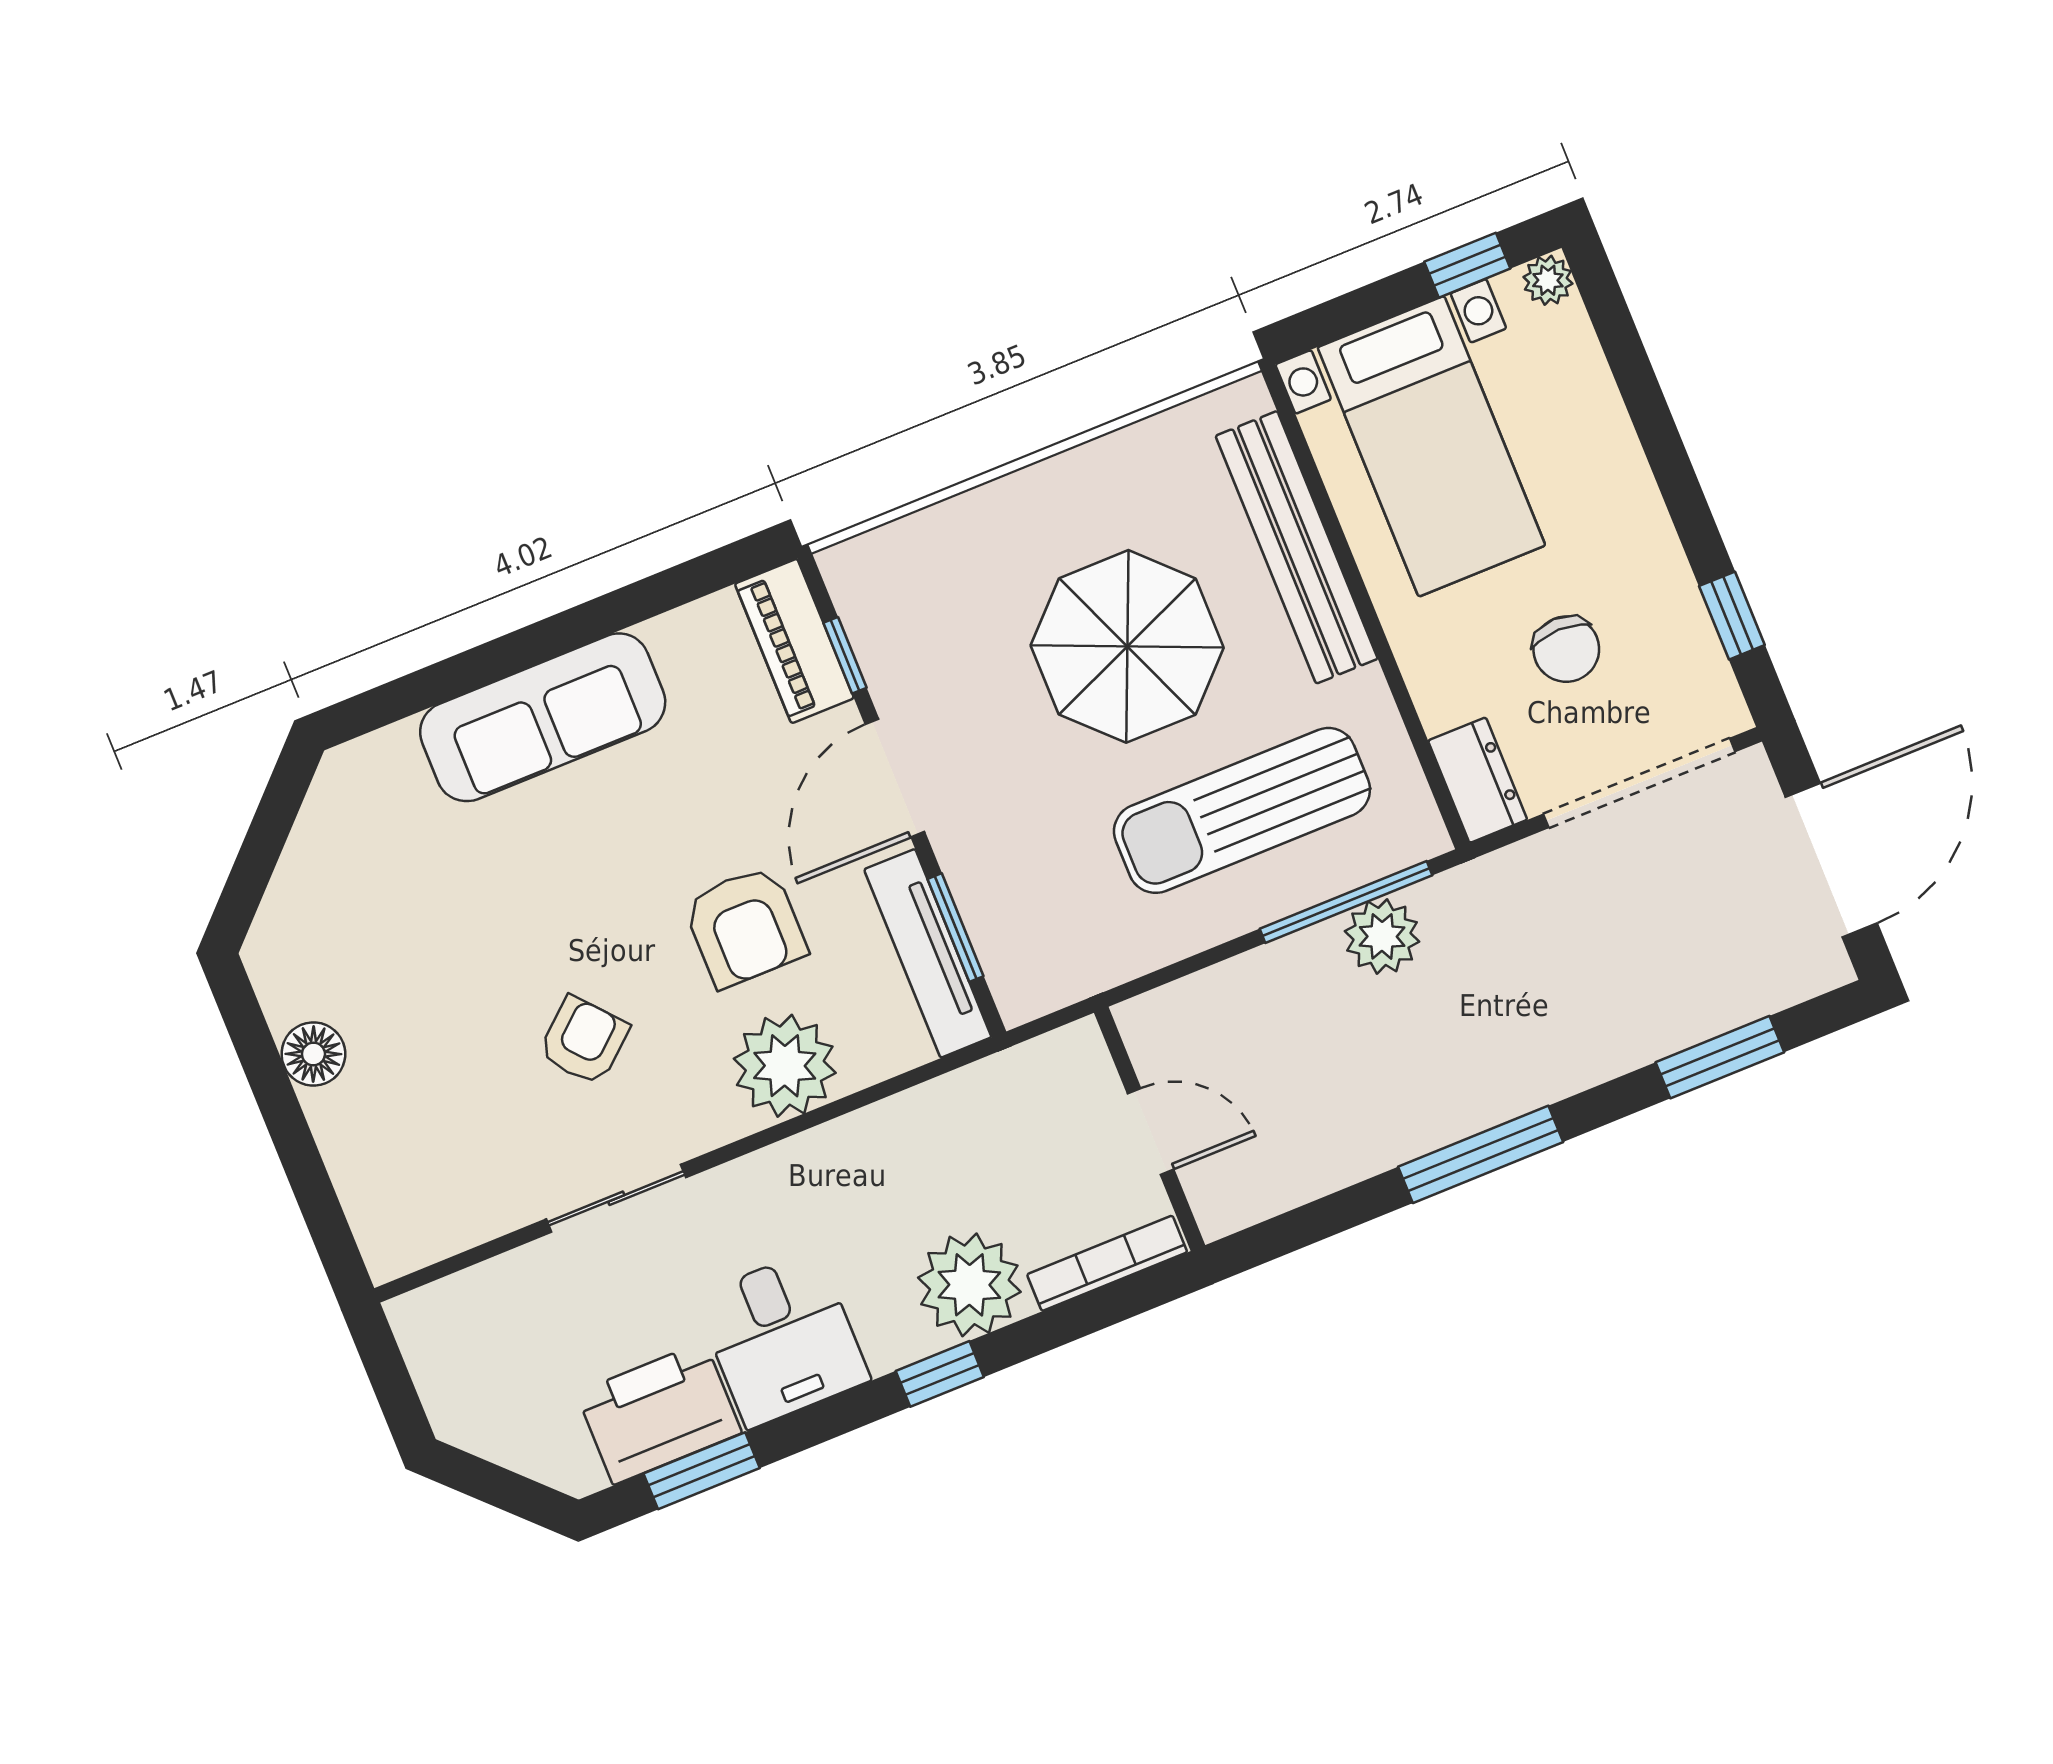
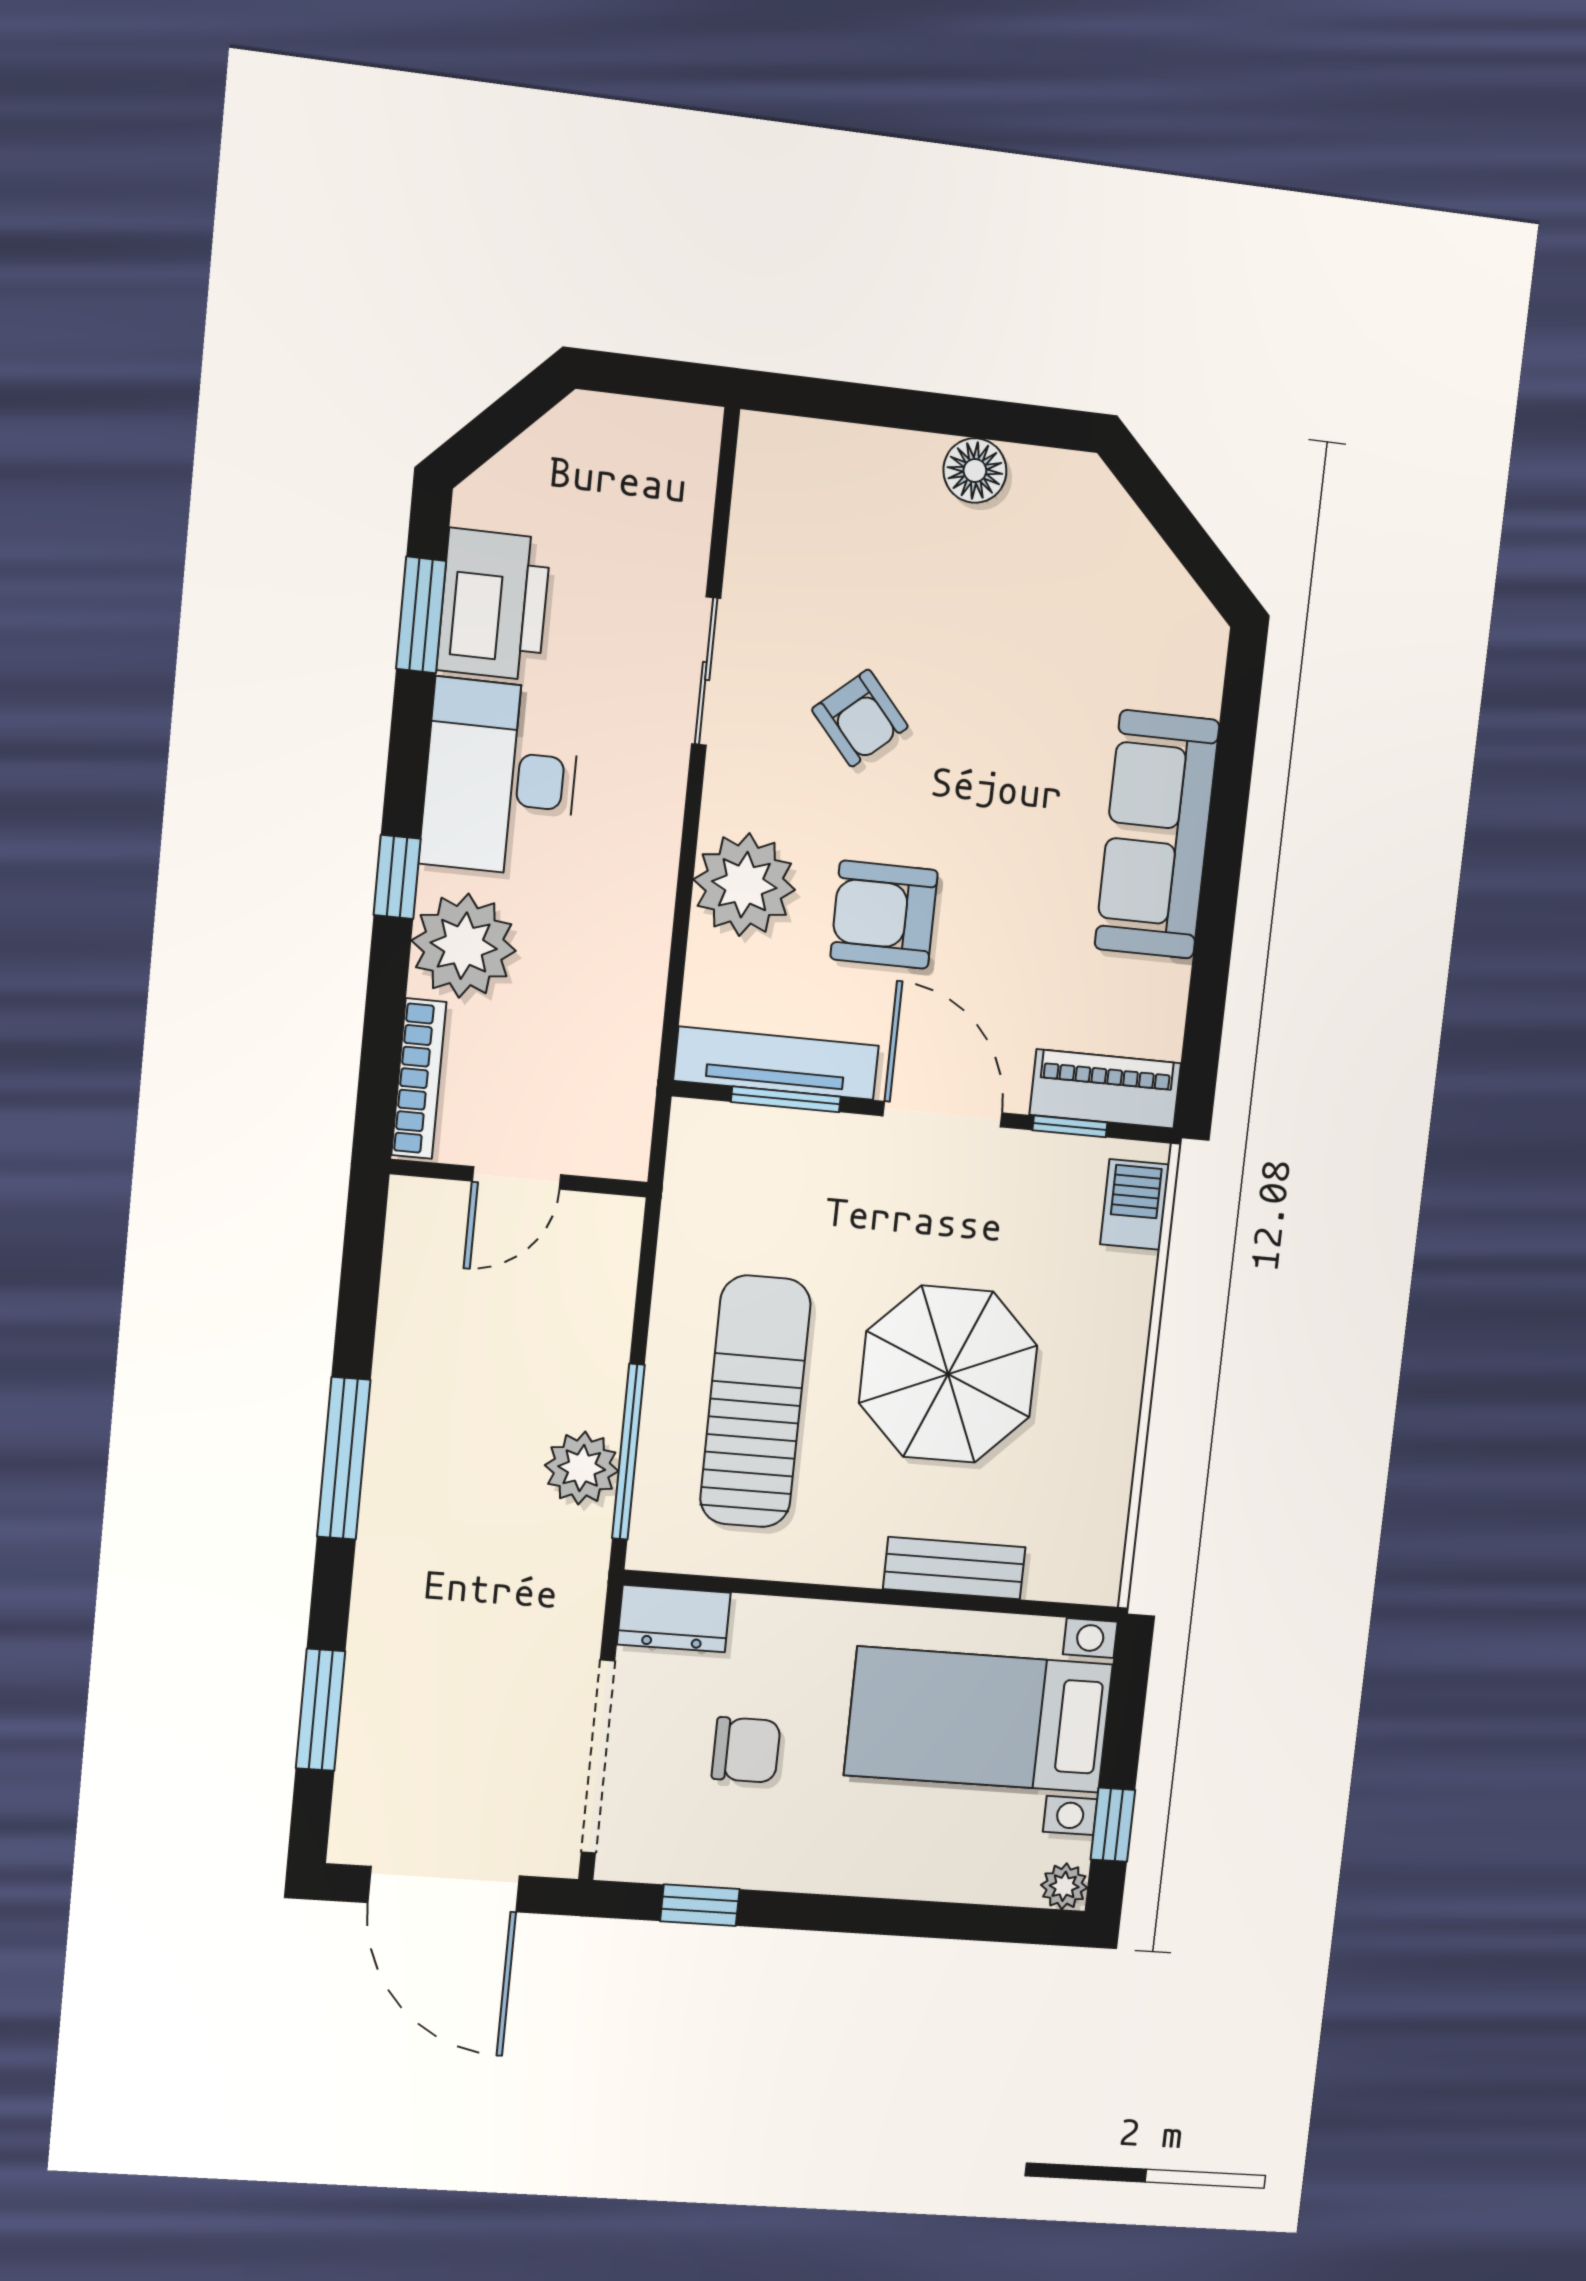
bench: (1297, 547) -> (954, 1568), width x0.54, depth x0.82
barbecue: (884, 557) -> (1135, 1204), added
chair: (1566, 649) -> (746, 1750), turned 180
desk: (782, 1338) -> (501, 778), width x1.37

